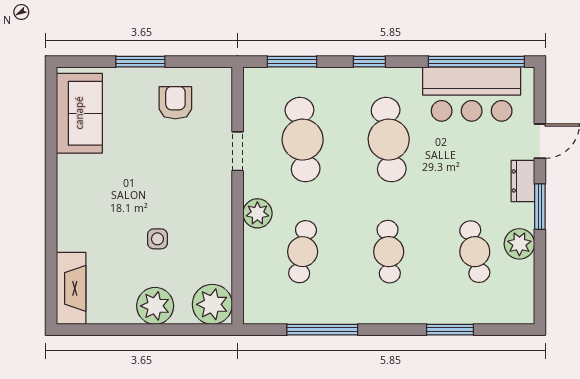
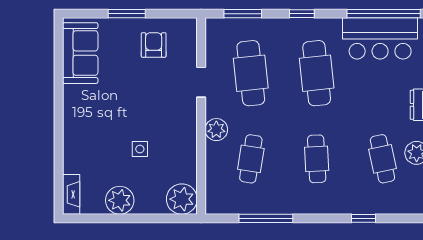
fireplace: (71, 288) -> (71, 194), width x0.73, depth x0.76
plant: (155, 306) -> (120, 200), moved
window: (450, 330) -> (364, 218), width x0.67

